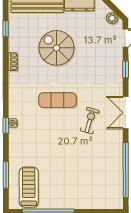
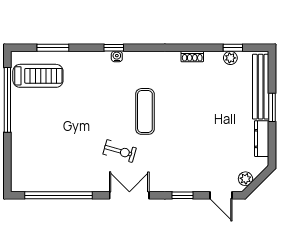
plant: (14, 31) -> (230, 58), added
spiral stairs: (56, 48) -> (209, 110), removed

